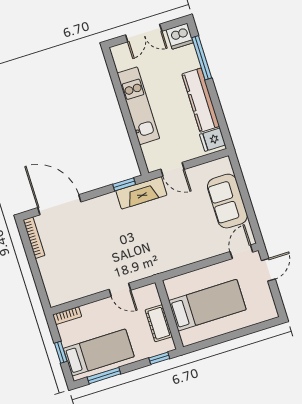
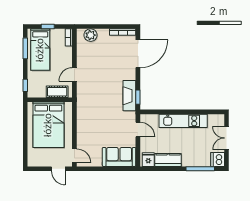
kitchen counter: (201, 100) -> (168, 160), width x0.67
door: (172, 169) -> (138, 130), swing flipped
fireplace: (141, 193) -> (129, 96), moved
sofa: (227, 201) -> (119, 157), moved
plant: (54, 284) -> (91, 35), added
bed: (207, 305) -> (48, 125), width x1.50
cot: (159, 323) -> (57, 92), moved

